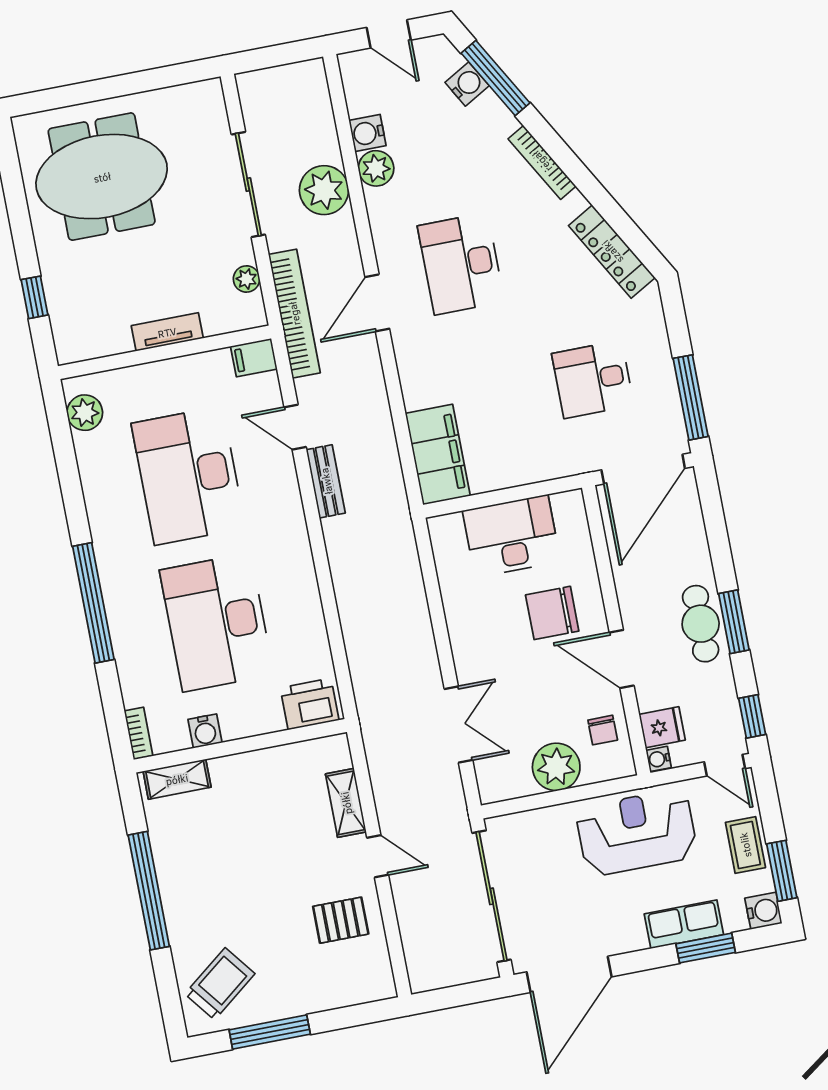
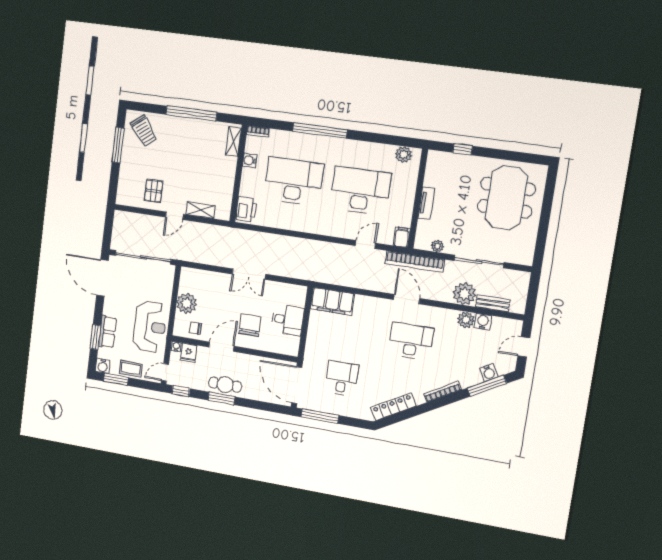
bench: (326, 481) -> (493, 303), moved
desk: (511, 536) -> (288, 320), width x0.73
double door: (458, 725) -> (249, 274), moved

